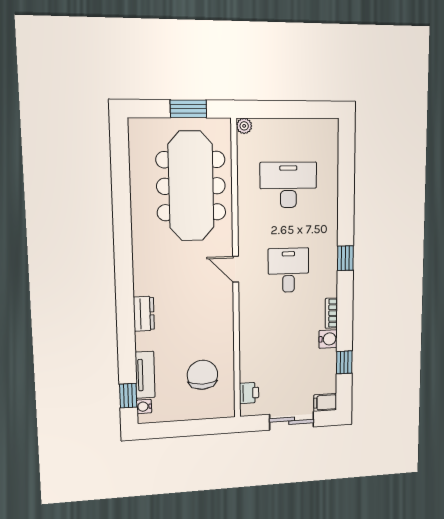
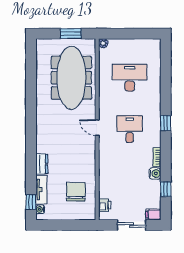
dresser: (144, 314) -> (42, 164), moved

